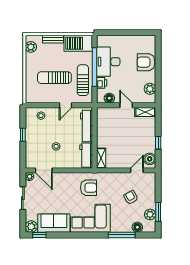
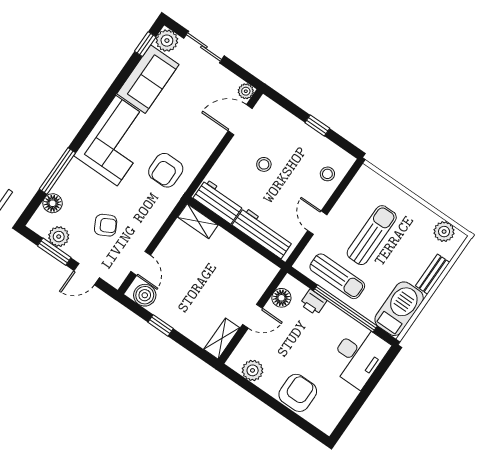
desk: (108, 62) -> (358, 356), moved, turned 90
door: (158, 191) -> (87, 274), added
sliding door: (23, 198) -> (204, 47), moved

